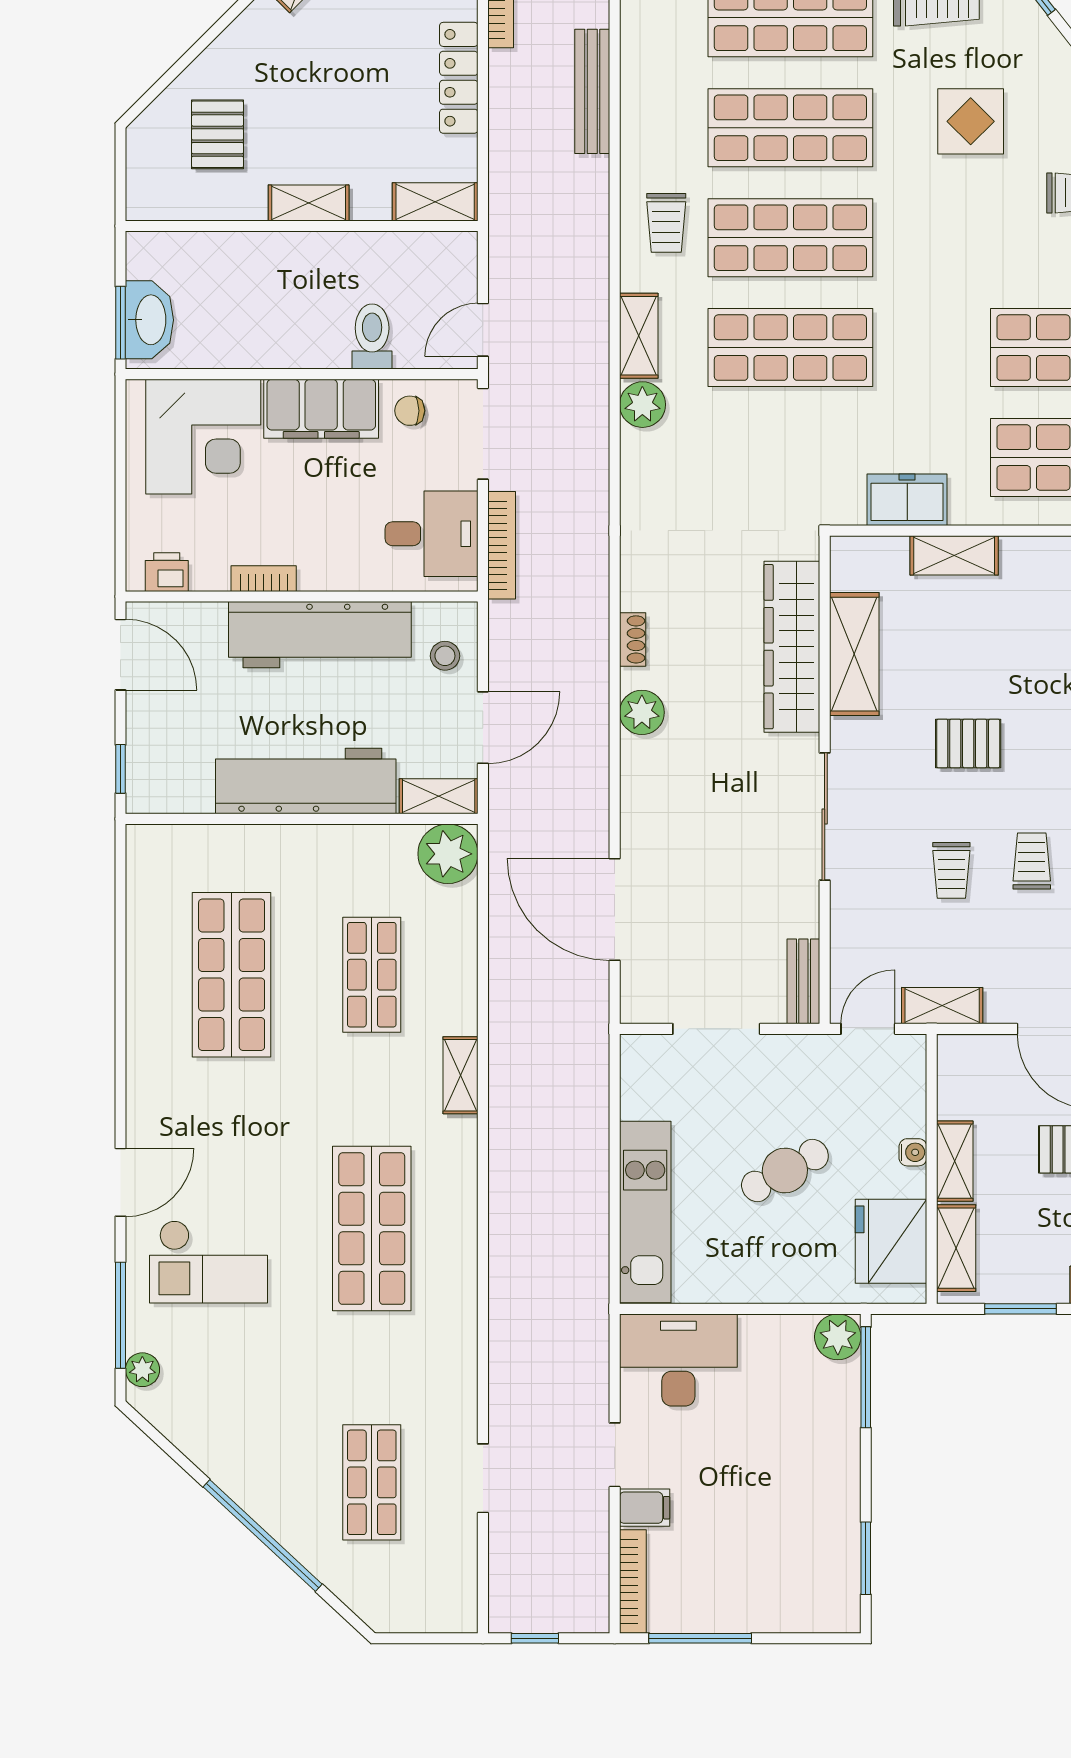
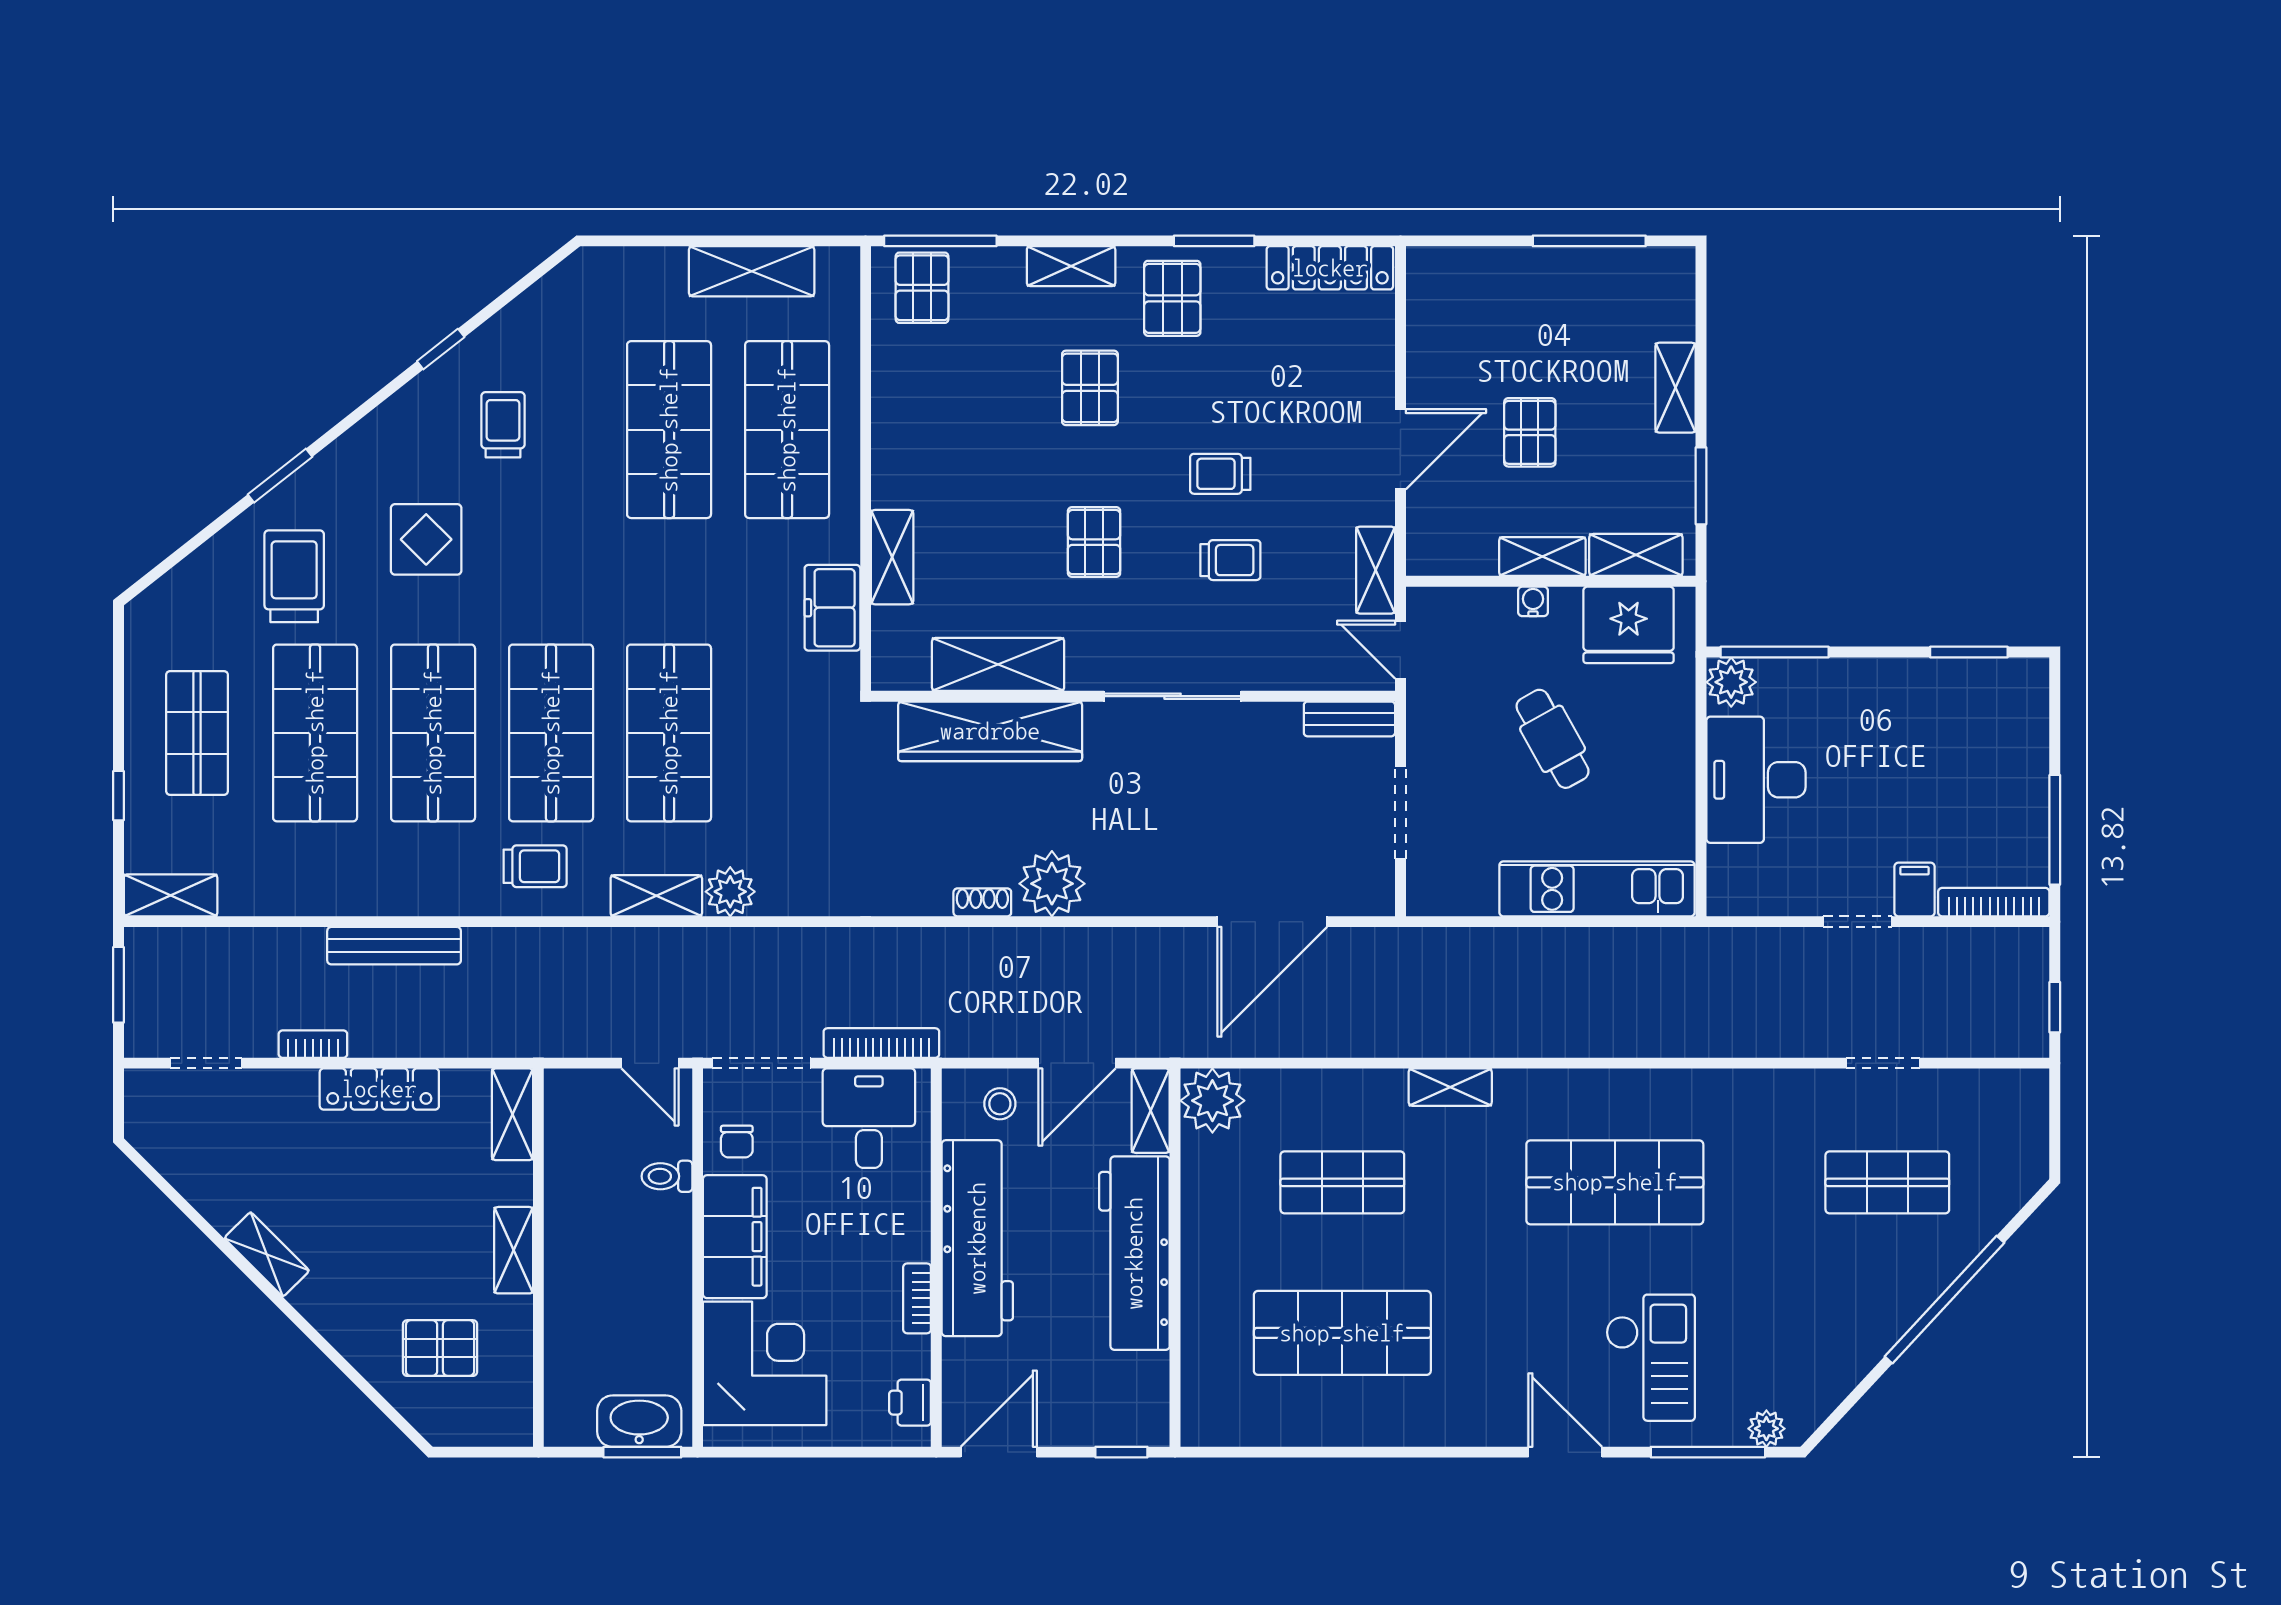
toilet: (372, 337) -> (667, 1176), width x0.73, depth x0.72
plant: (642, 712) -> (1052, 884), width x1.36, depth x1.36
door: (483, 728) -> (1077, 1063), swing flipped
desk: (678, 1360) -> (1756, 780), moved

